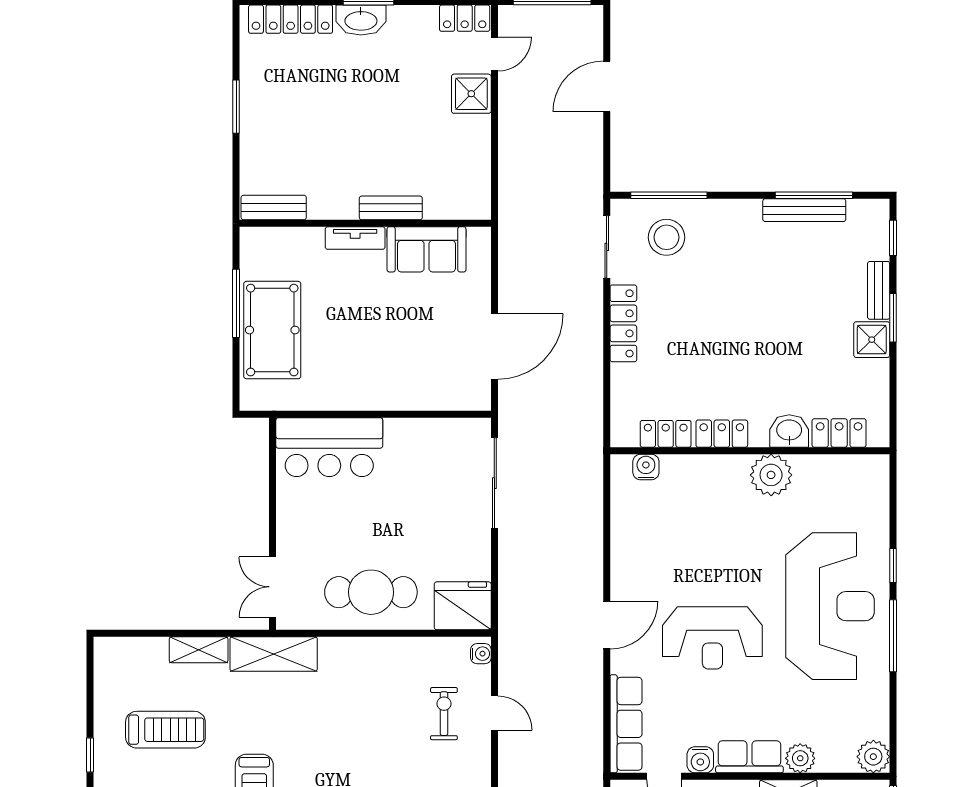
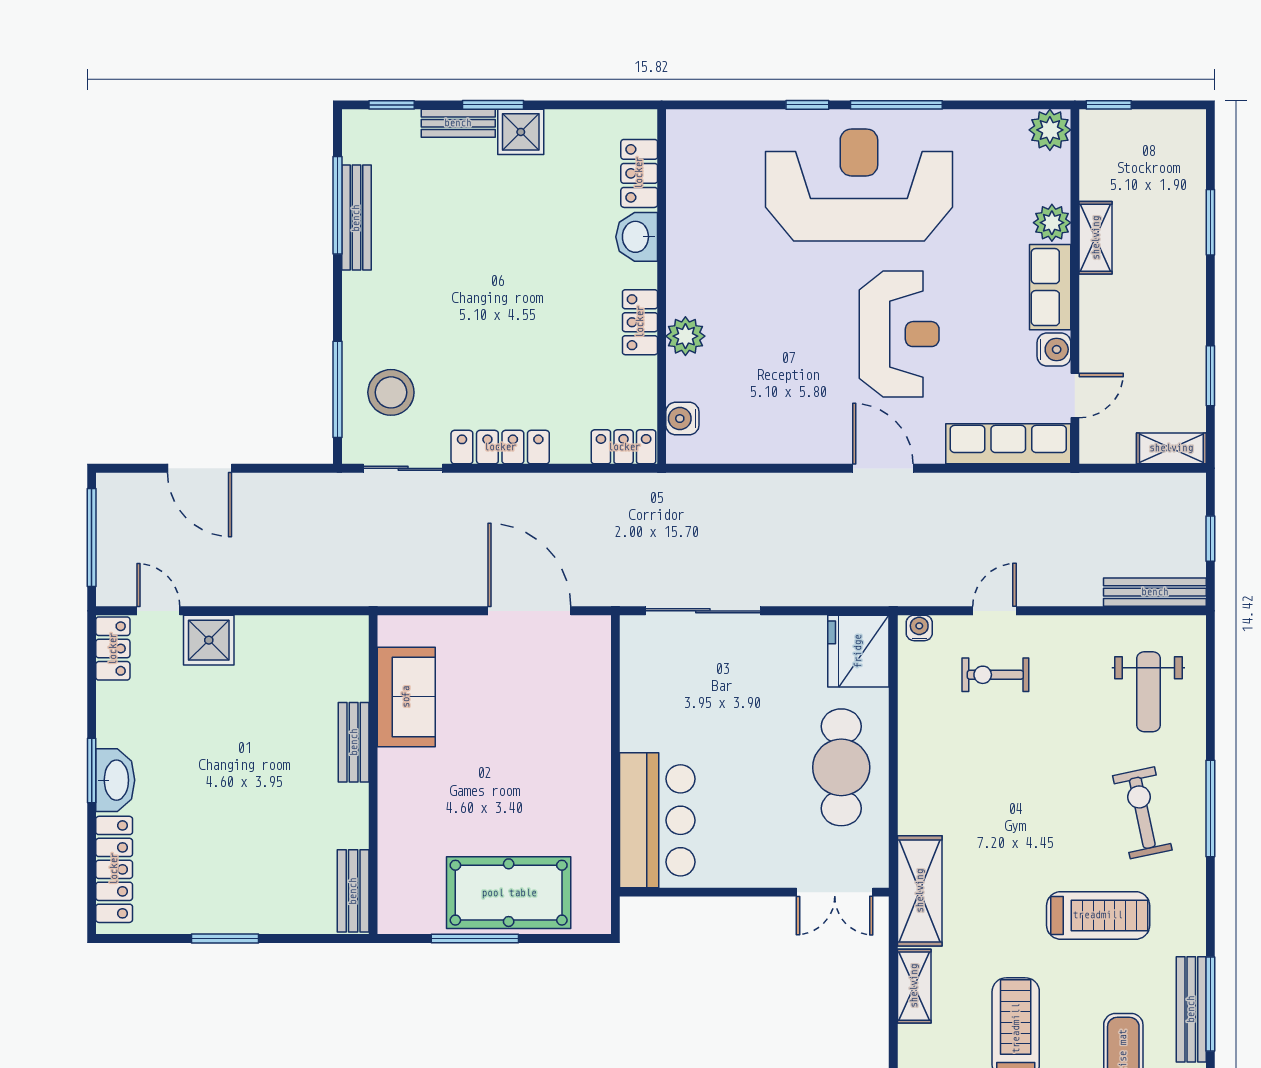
tv unit: (355, 238) -> (392, 787), removed
locker: (666, 434) -> (624, 447), moved, turned 90
plant: (771, 475) -> (685, 336), moved, width x0.73, depth x0.73

